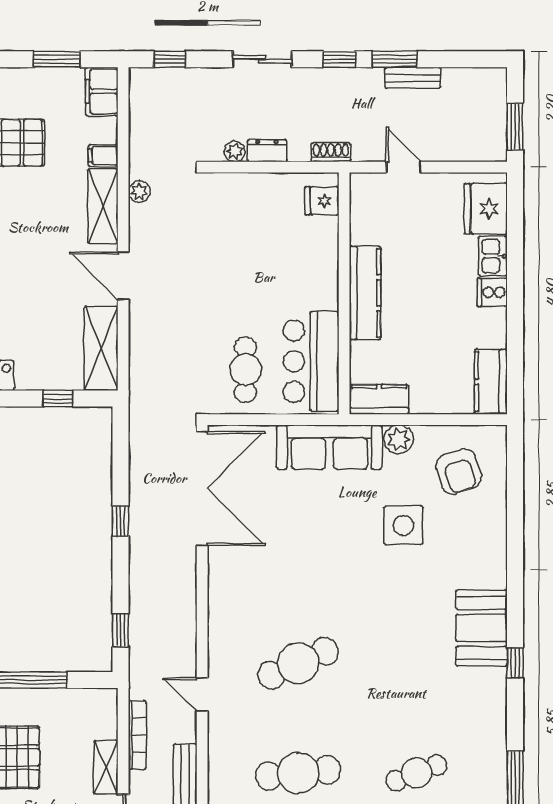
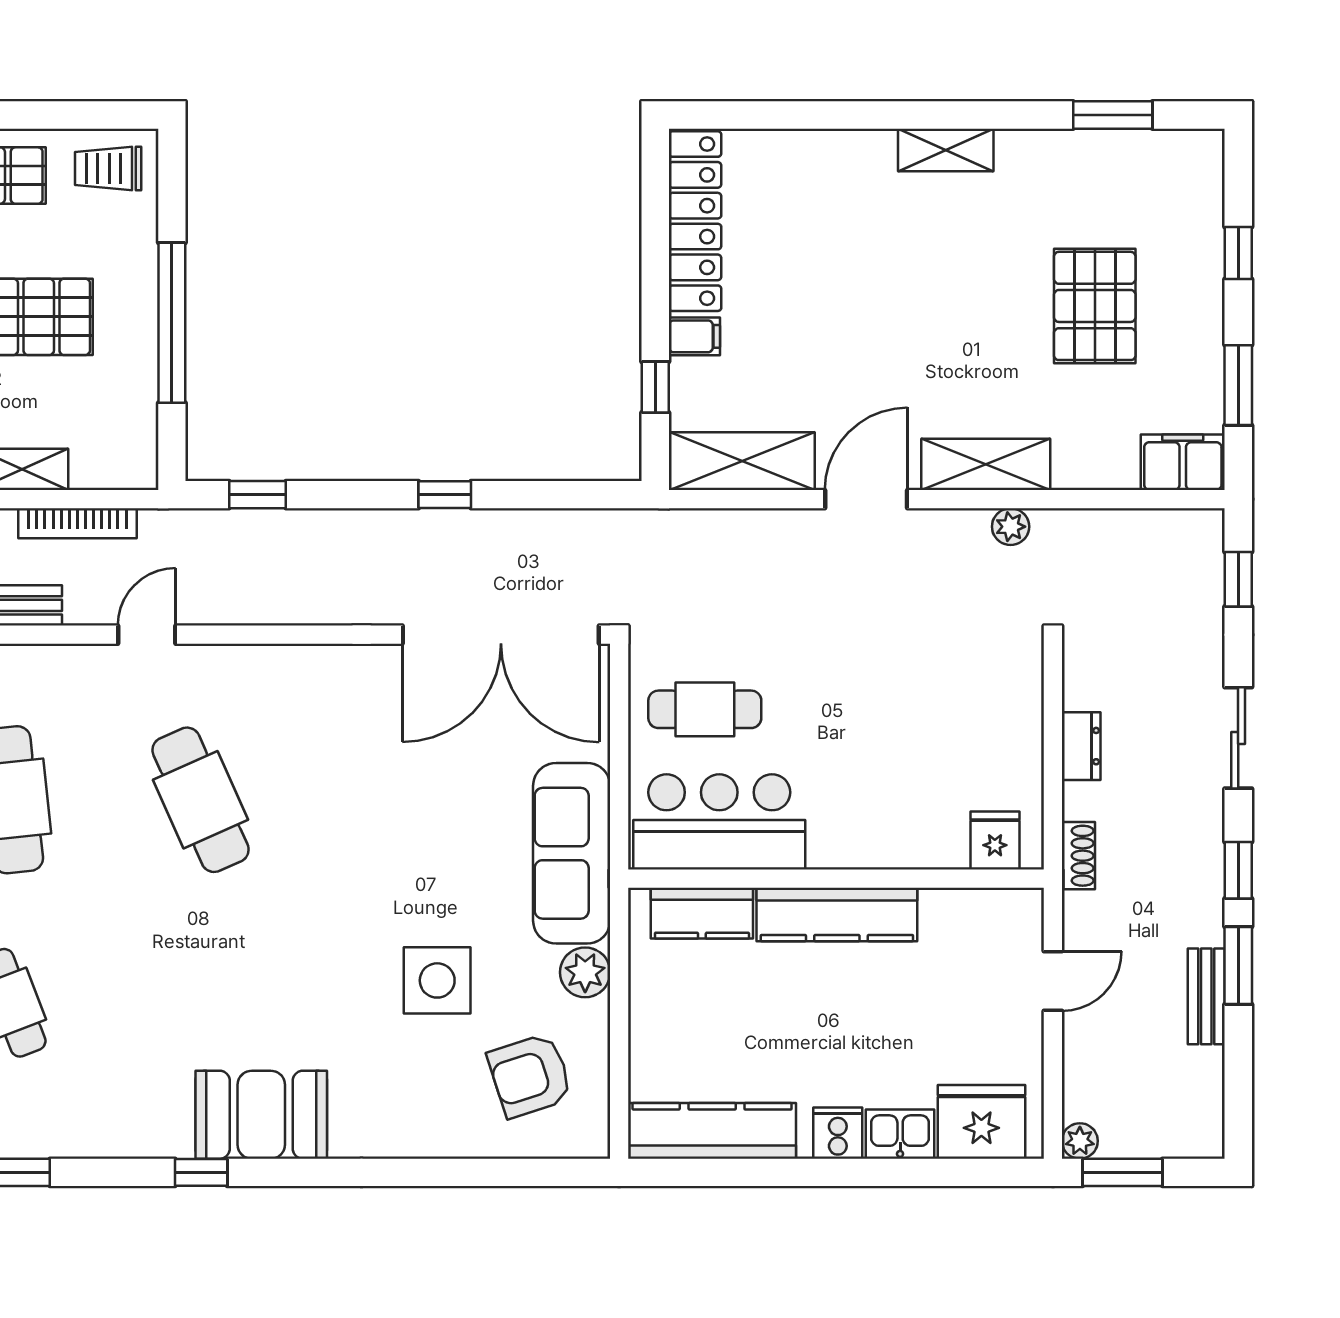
plant: (235, 151) -> (1080, 1141), moved
filing cabinet: (103, 155) -> (694, 336), moved, turned 90
kitchen counter: (491, 382) -> (712, 1131), width x1.50
kitchen counter: (379, 399) -> (702, 913), moved, turned 90

